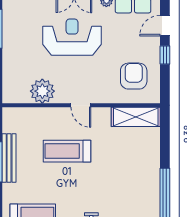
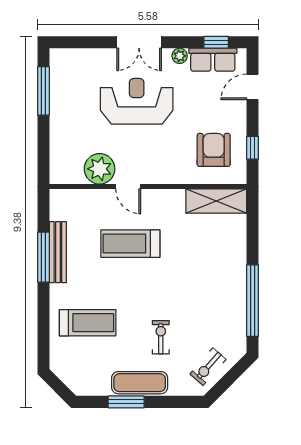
window: (165, 55) -> (253, 148), moved
door: (81, 105) -> (128, 186), moved

